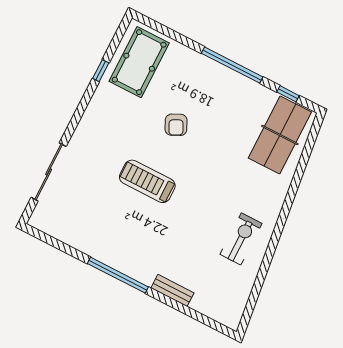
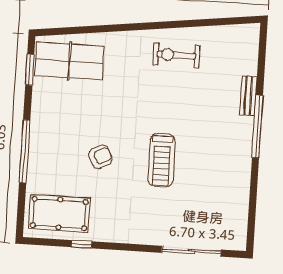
window: (232, 65) -> (25, 151), moved
window: (288, 94) -> (30, 70), width x1.50
window: (118, 275) -> (257, 126), moved

